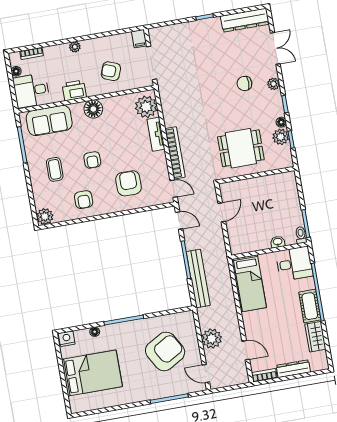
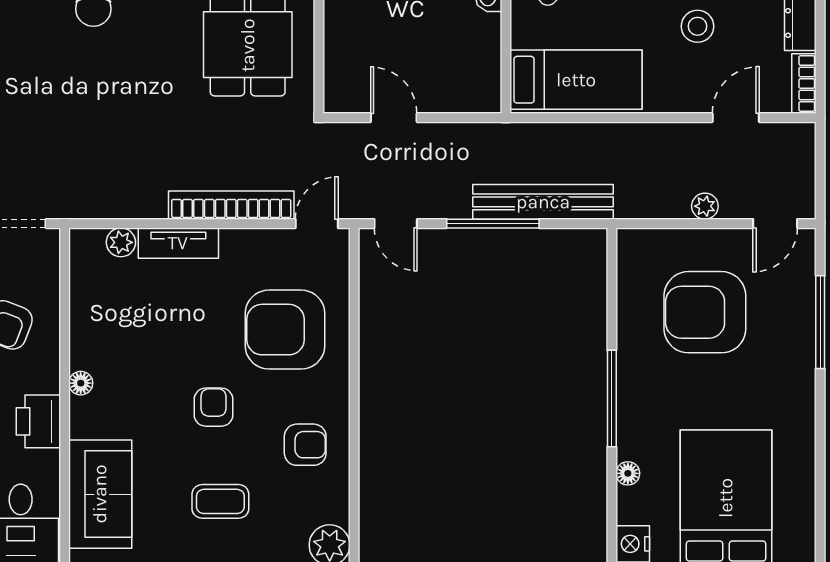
plant: (146, 107) -> (121, 242), width x0.53, depth x0.53
floor lamp: (93, 109) -> (81, 383), width x0.53, depth x0.53
armchair: (92, 160) -> (214, 407), turned -90
armchair: (129, 183) -> (285, 330), width x1.36, depth x1.36
door: (179, 221) -> (396, 224), swing flipped
stool: (280, 328) -> (698, 26), added
plant: (212, 339) -> (705, 206), width x0.53, depth x0.53
armchair: (165, 351) -> (705, 312), turned -60

